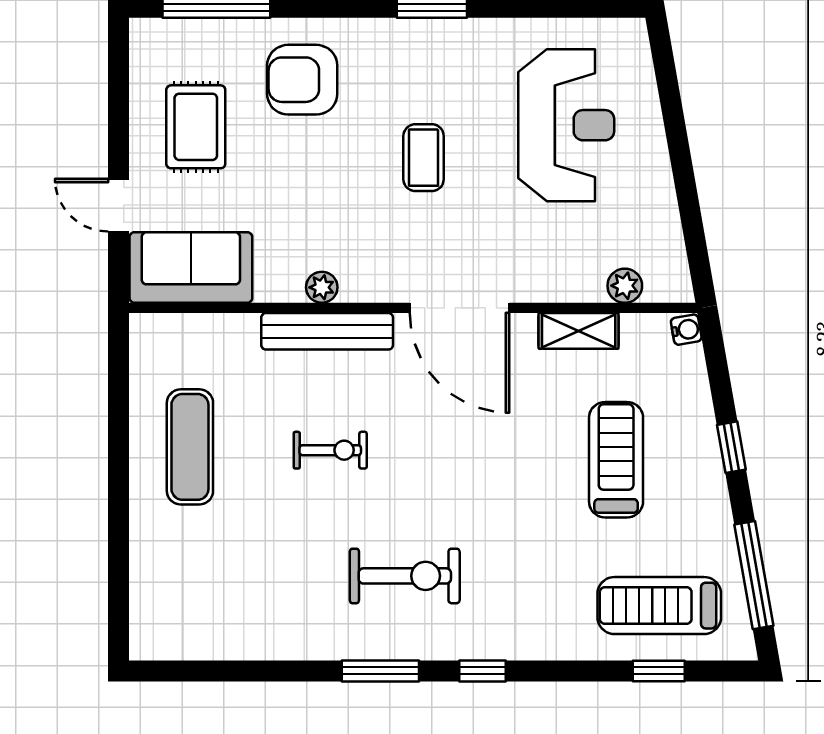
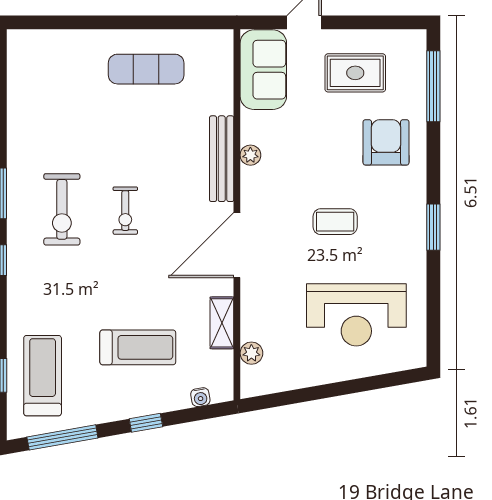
water cooler: (686, 330) -> (200, 397), moved
exercise bike: (330, 450) -> (125, 211), moved

